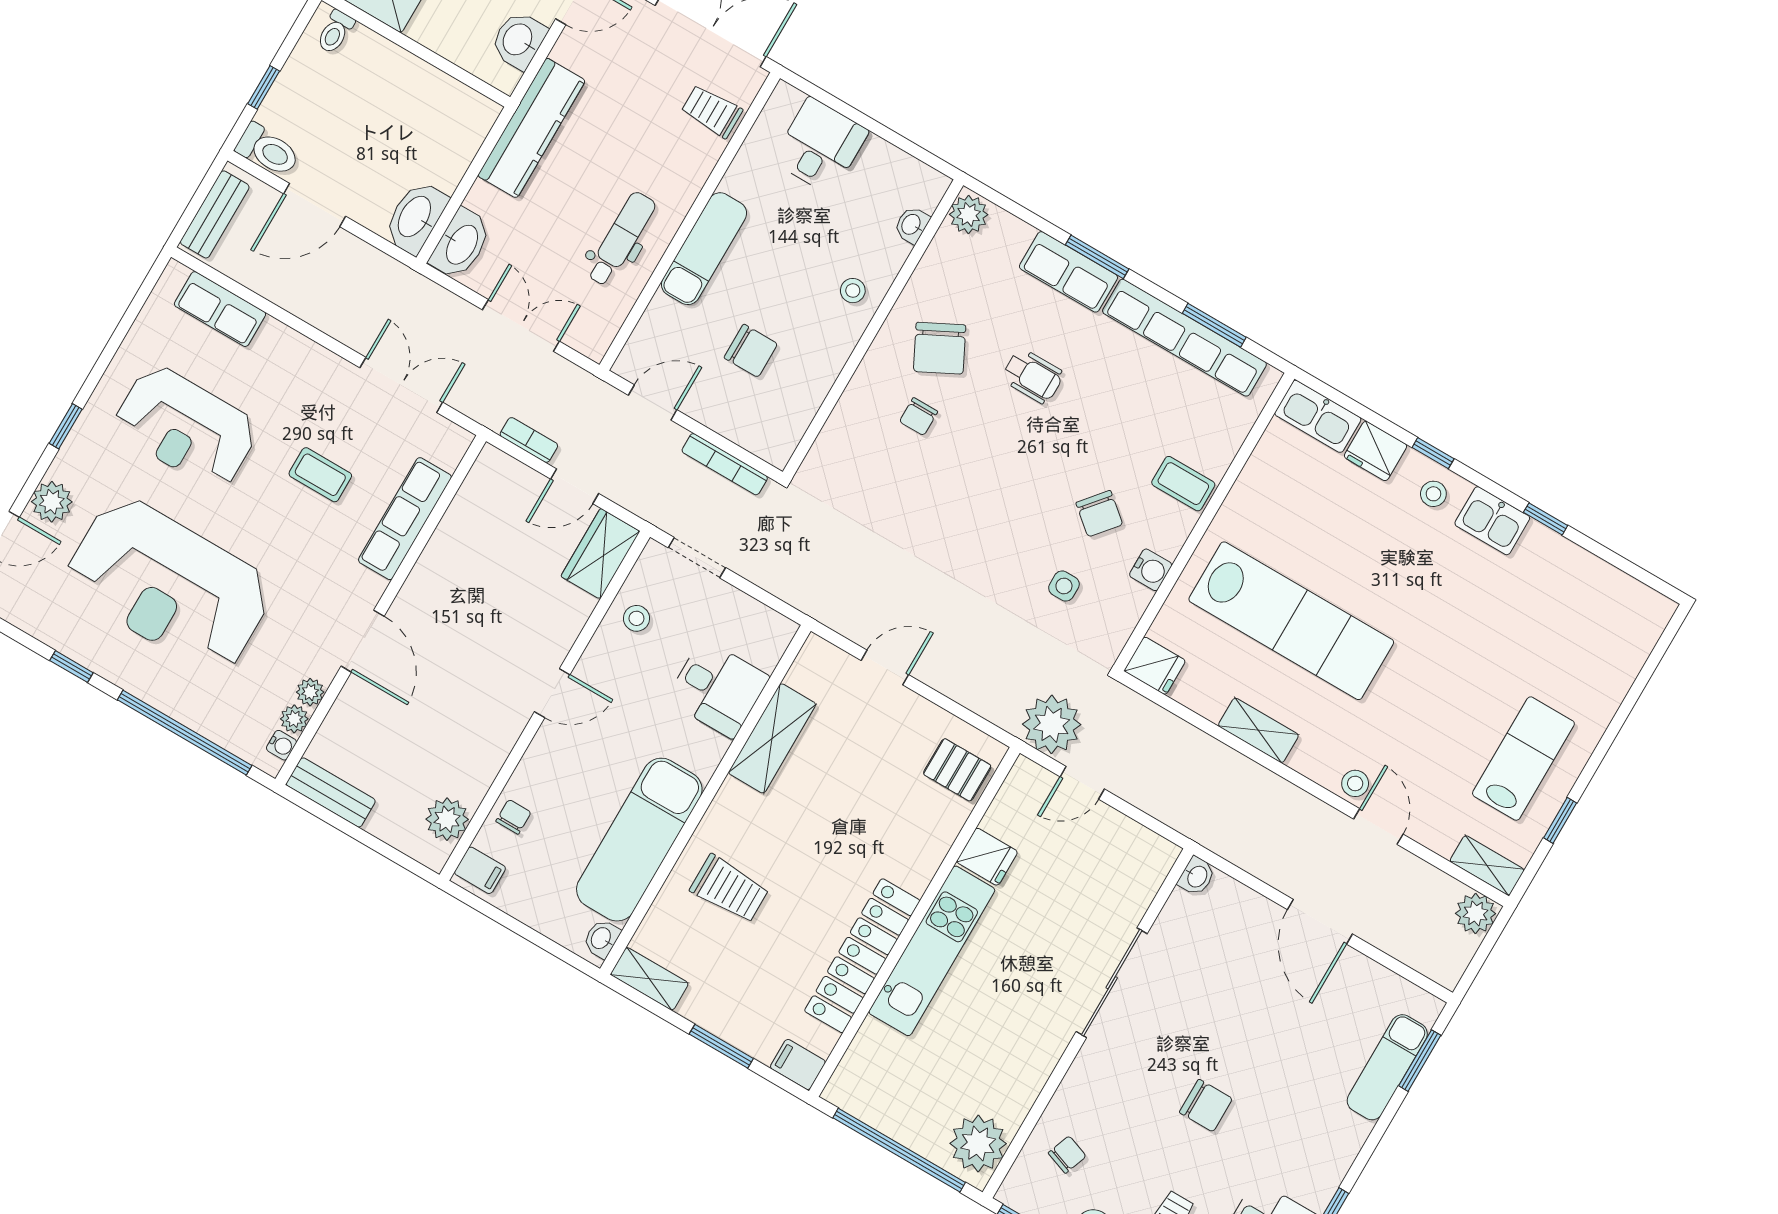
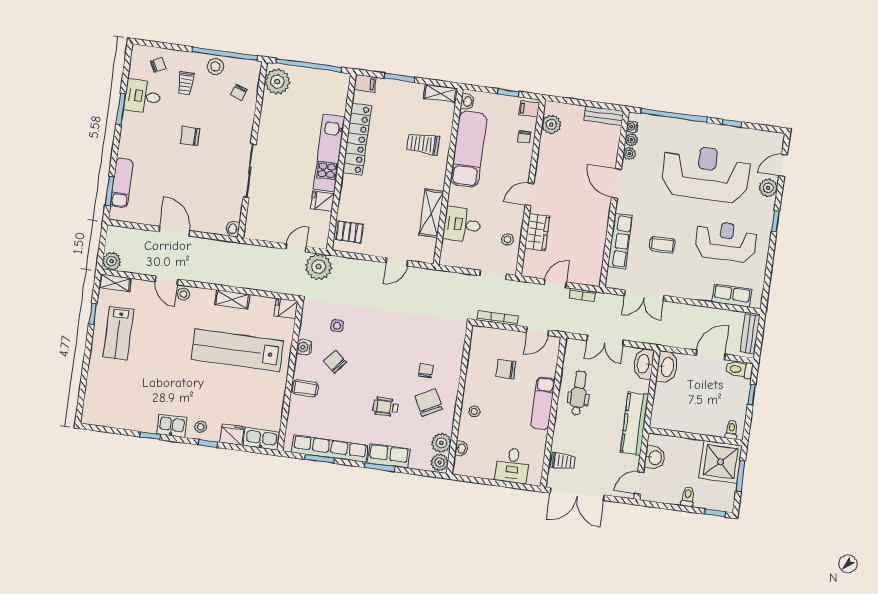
dental chair: (621, 239) -> (579, 393), turned 180
plant: (948, 254) -> (441, 443), added
wardrobe: (600, 554) -> (537, 232), moved
window: (509, 922) -> (508, 93), added

